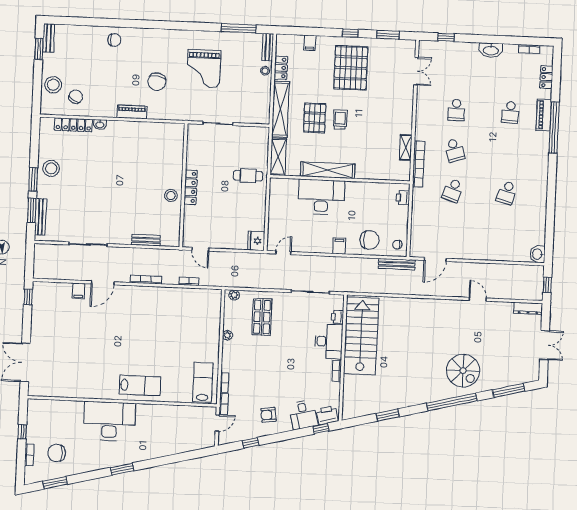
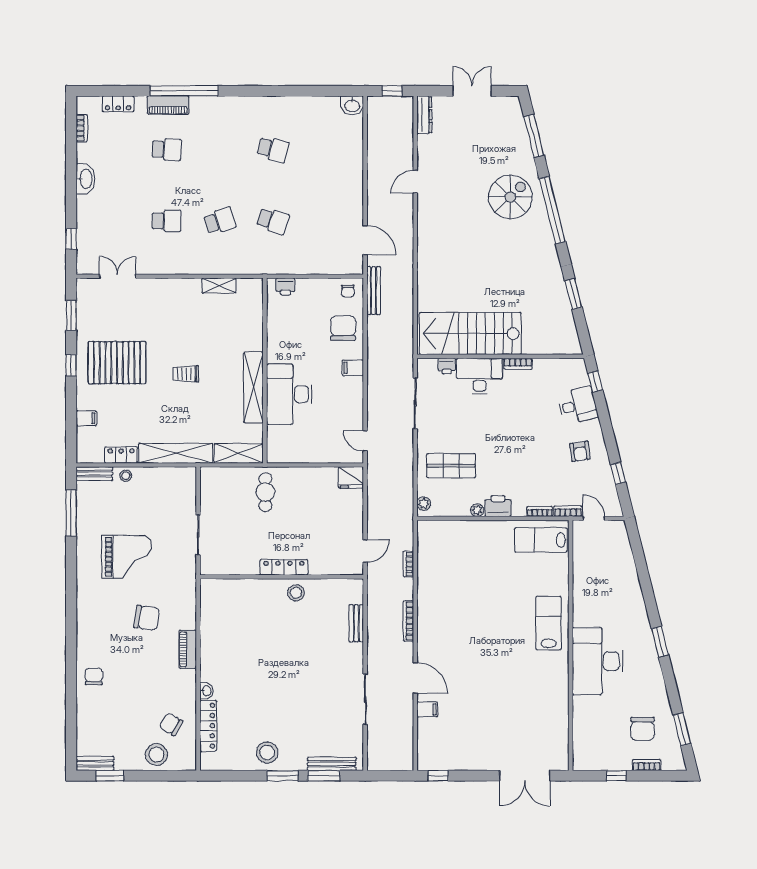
pallet: (315, 118) -> (185, 408), removed
bookcase: (419, 164) -> (240, 268), removed
printer: (327, 415) -> (498, 506), moved, turned 104

